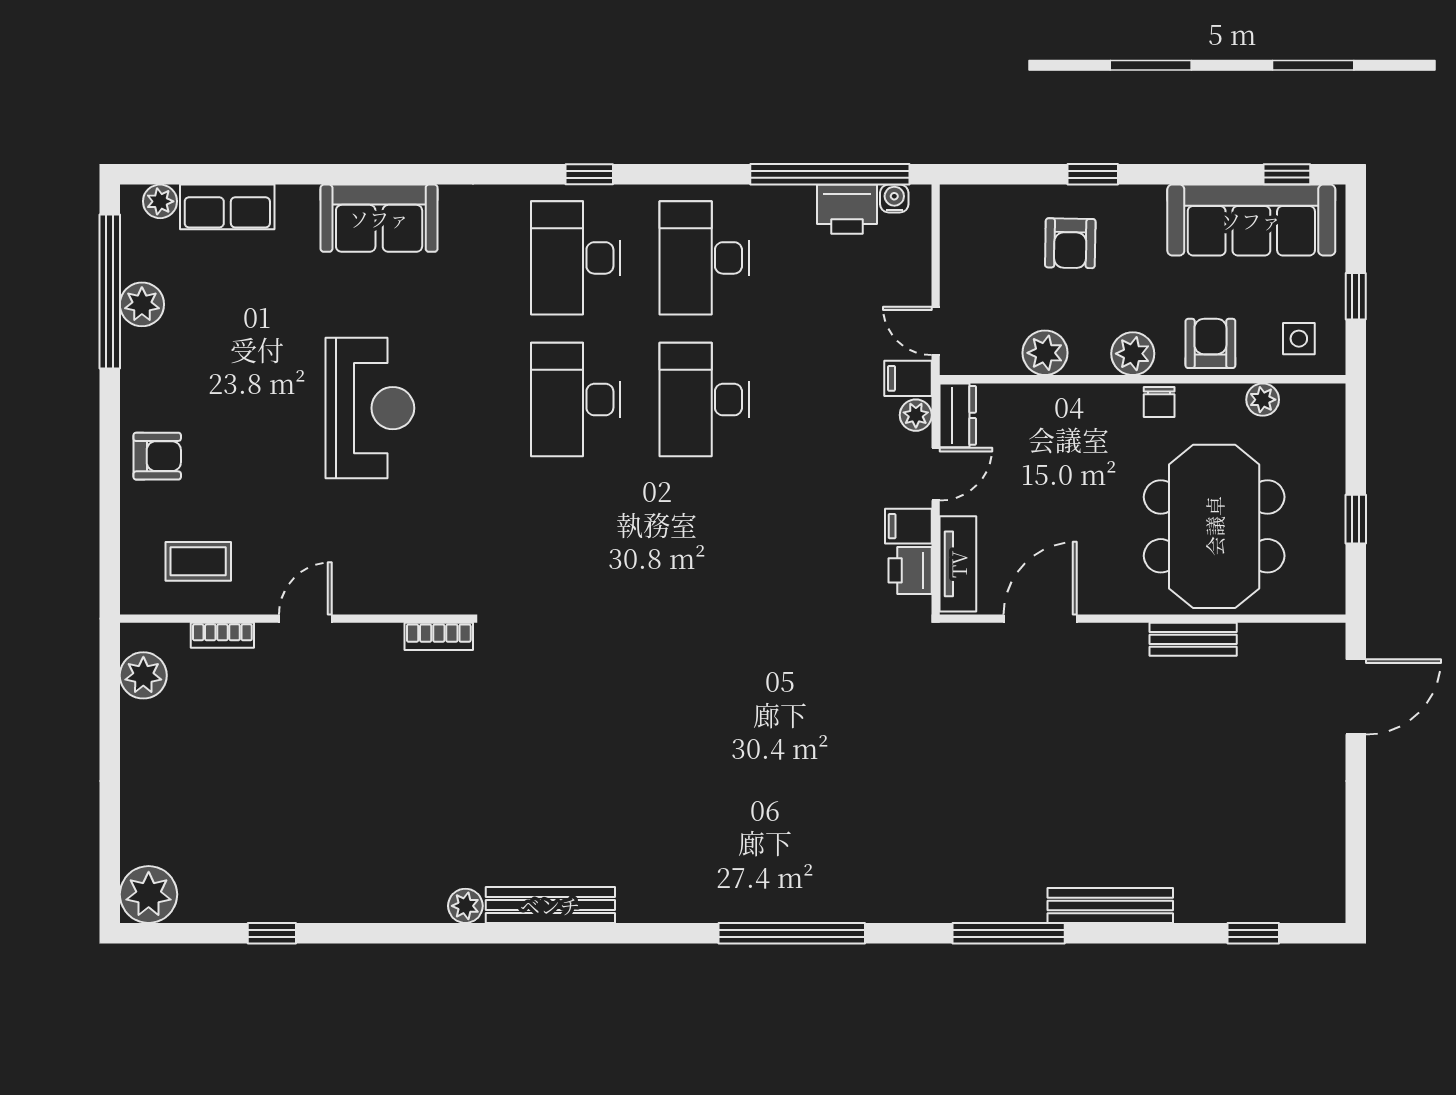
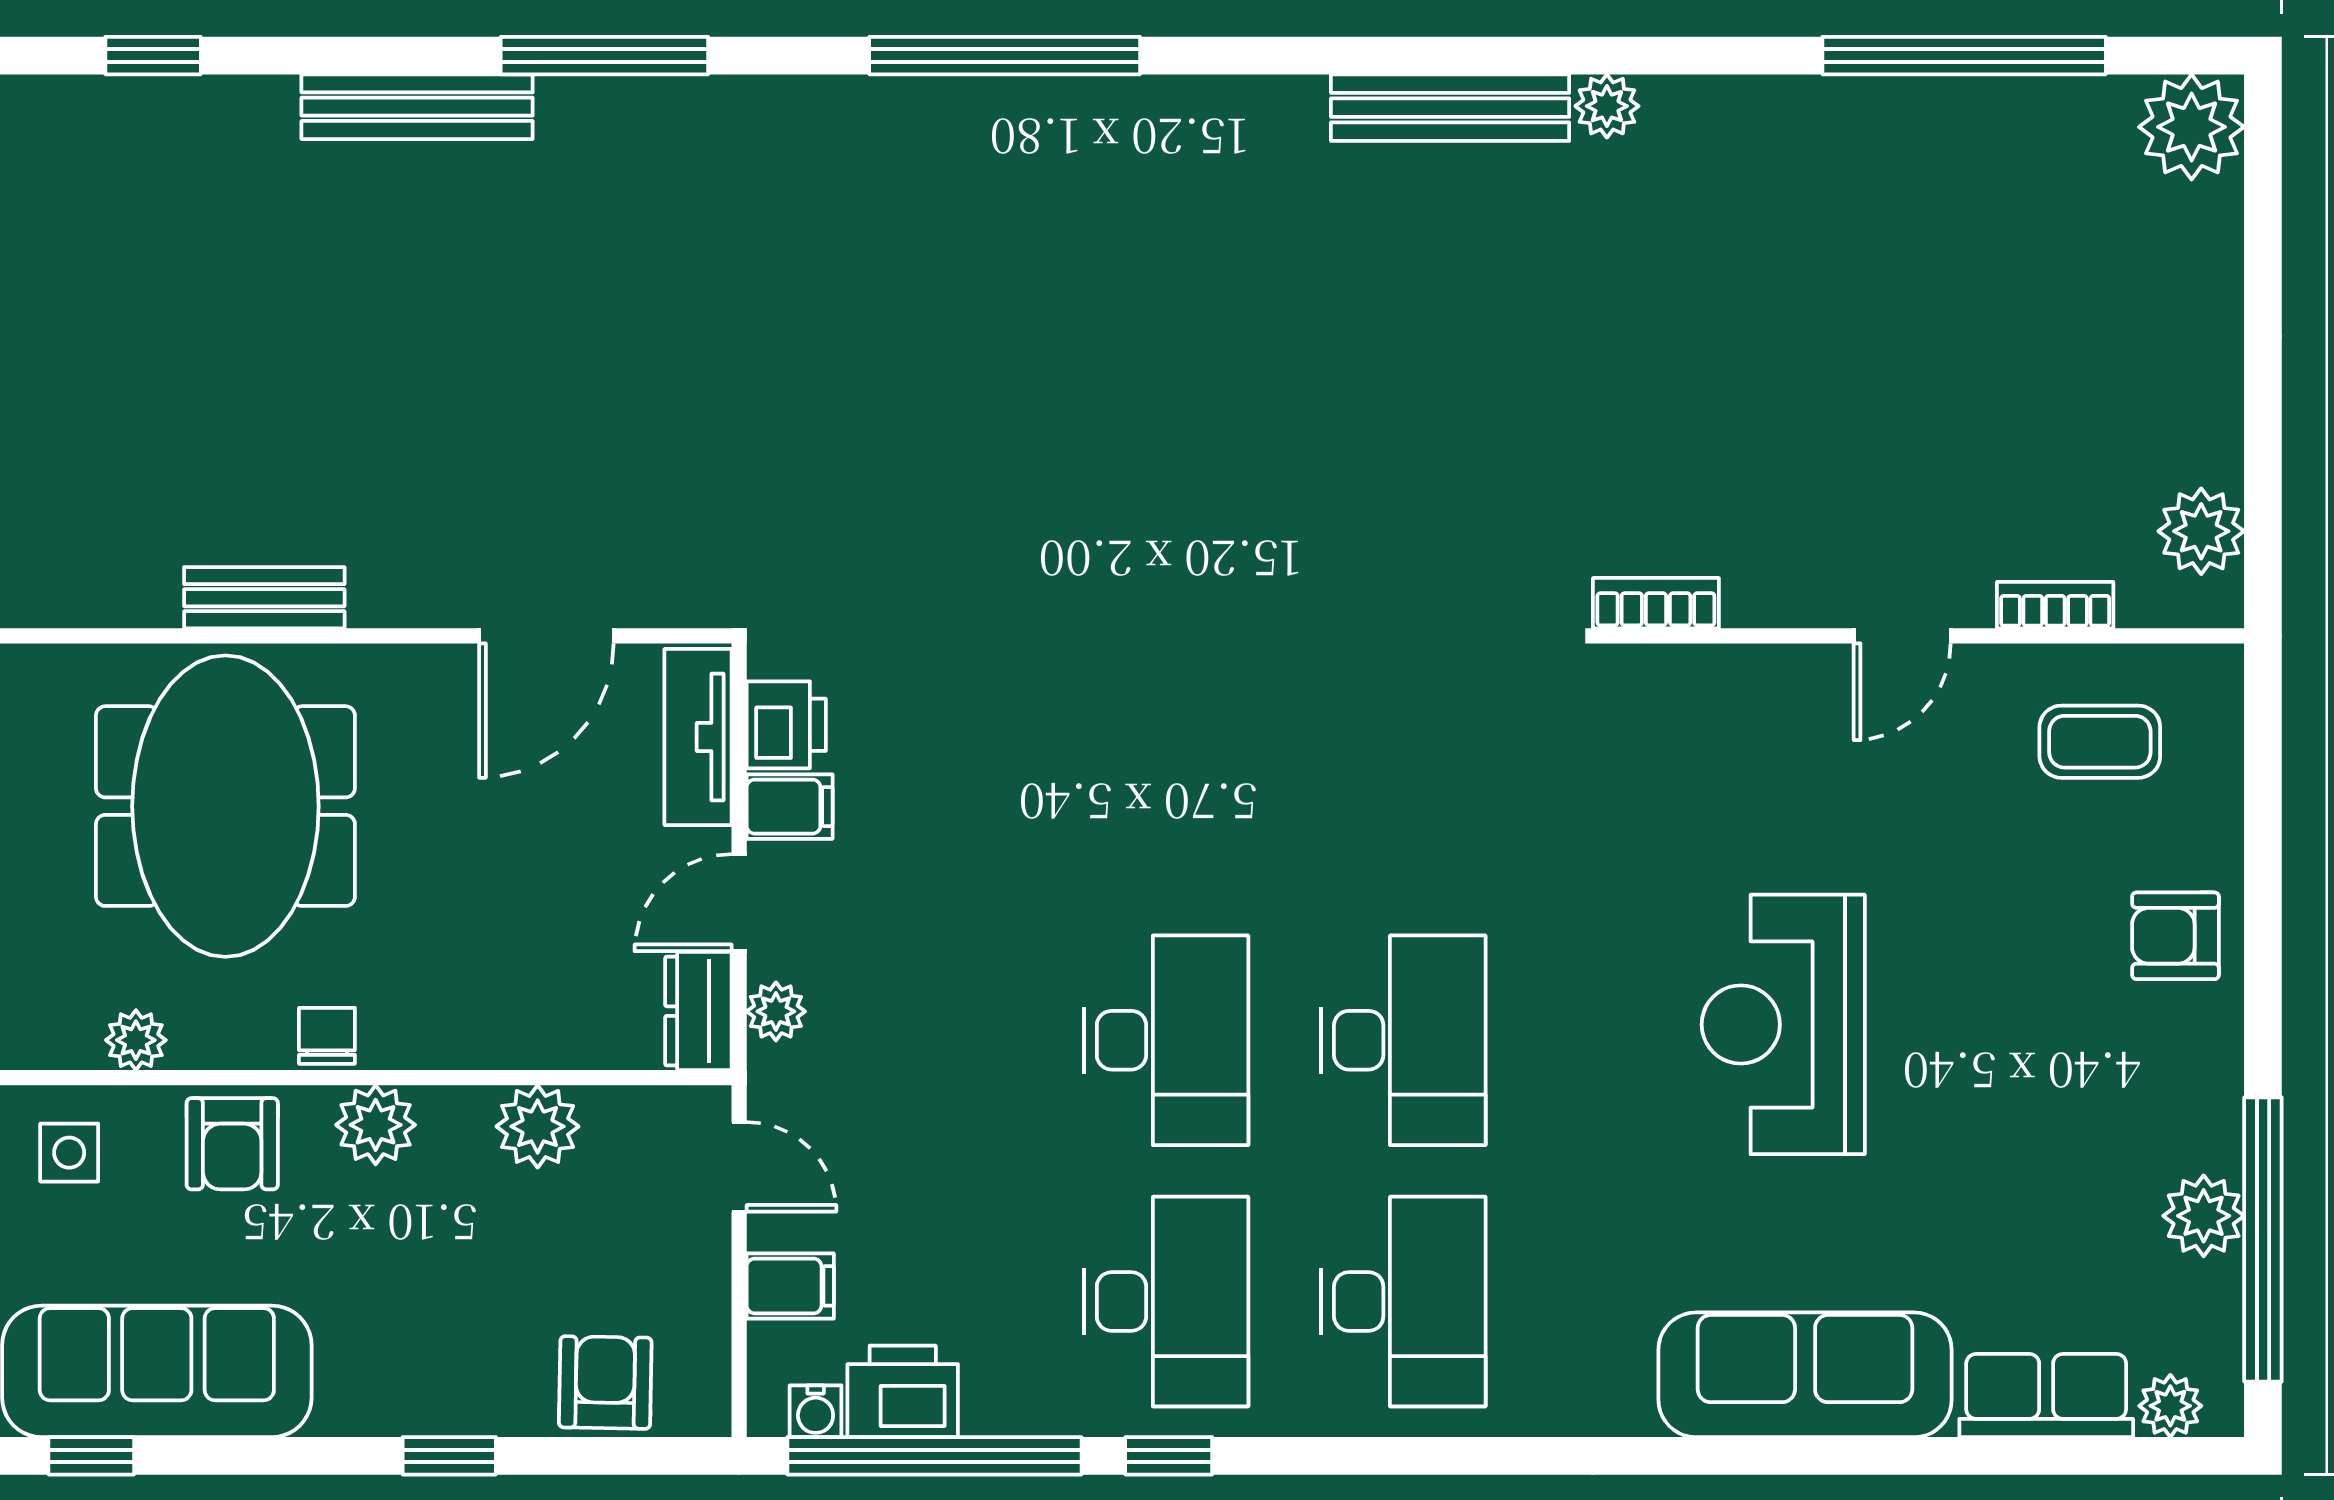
window: (589, 174) -> (1169, 1456), moved
sofa: (379, 218) -> (1805, 1375), width x1.36
armchair: (1070, 243) -> (605, 1382), moved
filing cabinet: (908, 378) -> (790, 1286), moved
window: (272, 933) -> (1964, 56), width x3.17

